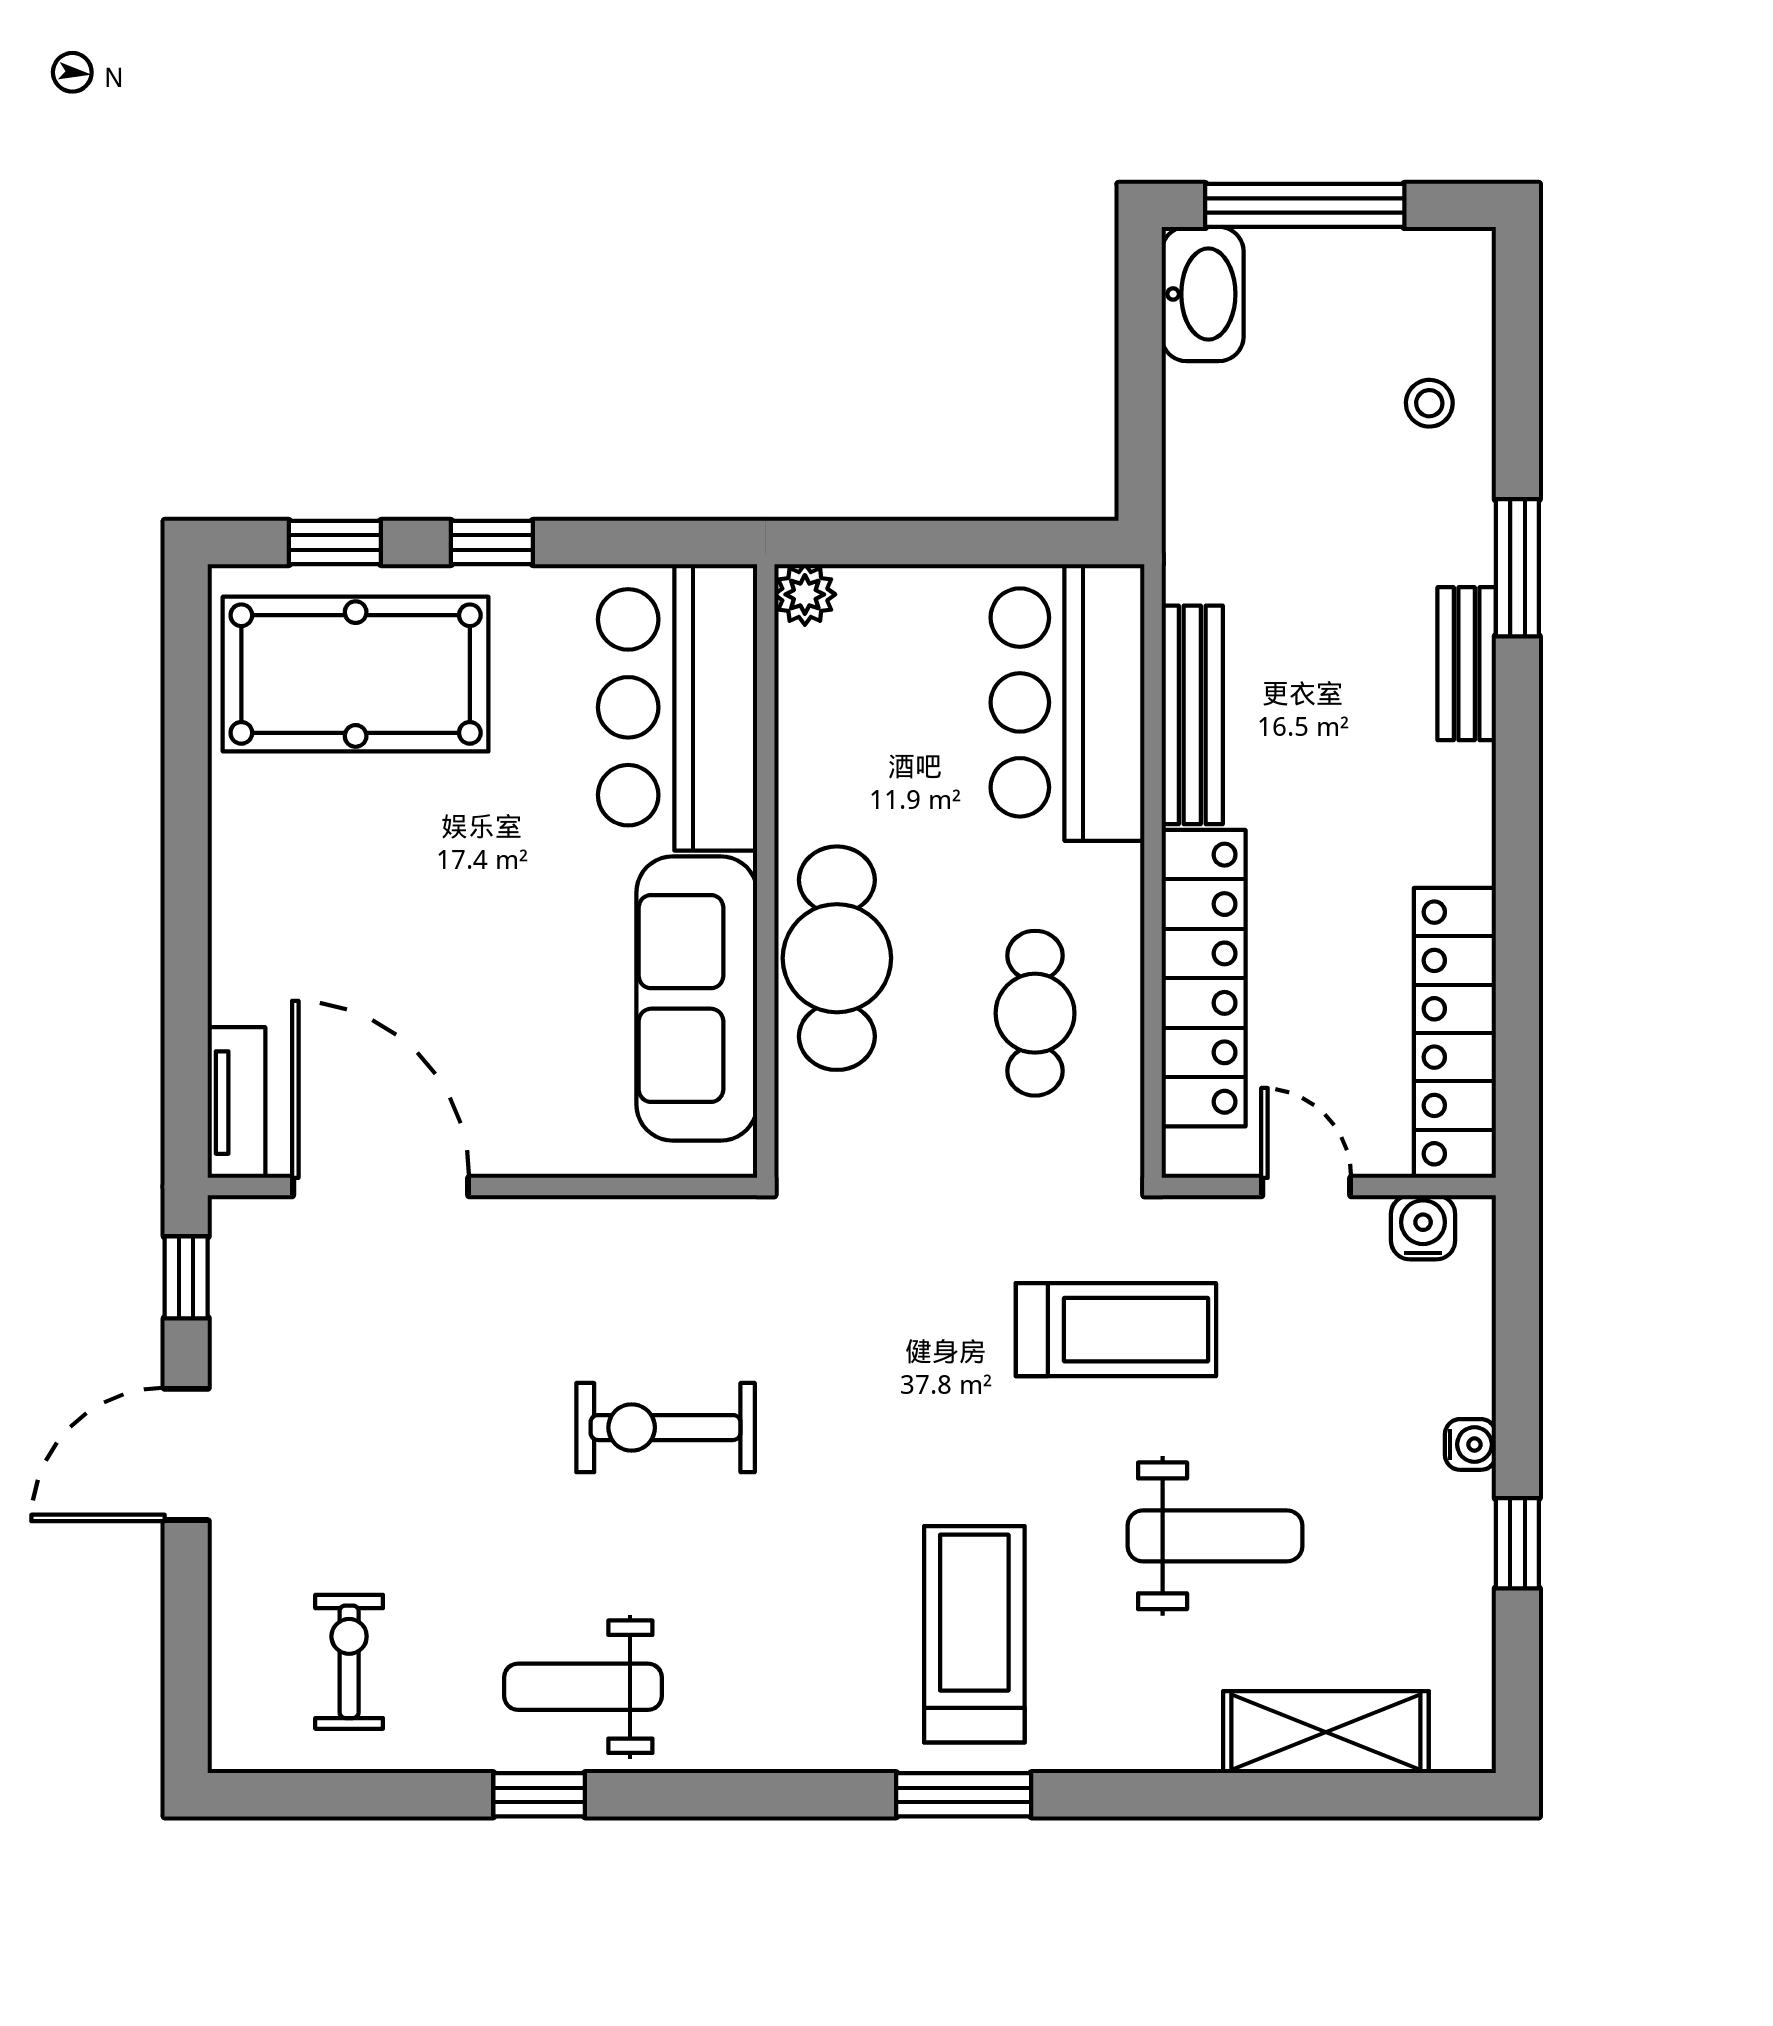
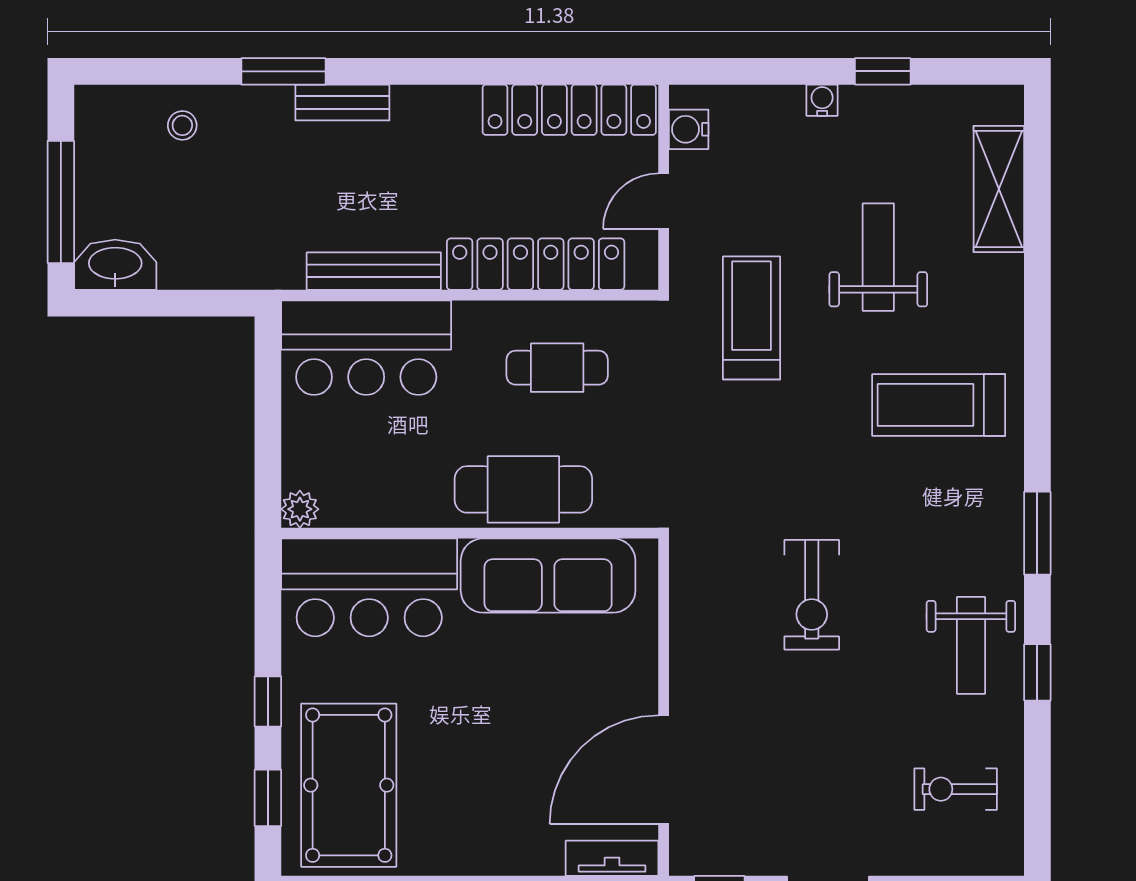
window: (964, 1795) -> (1037, 533), moved

